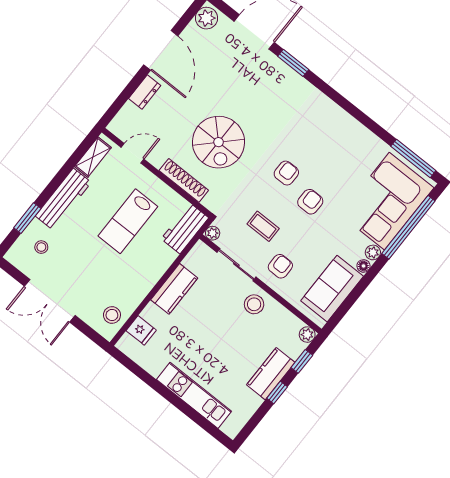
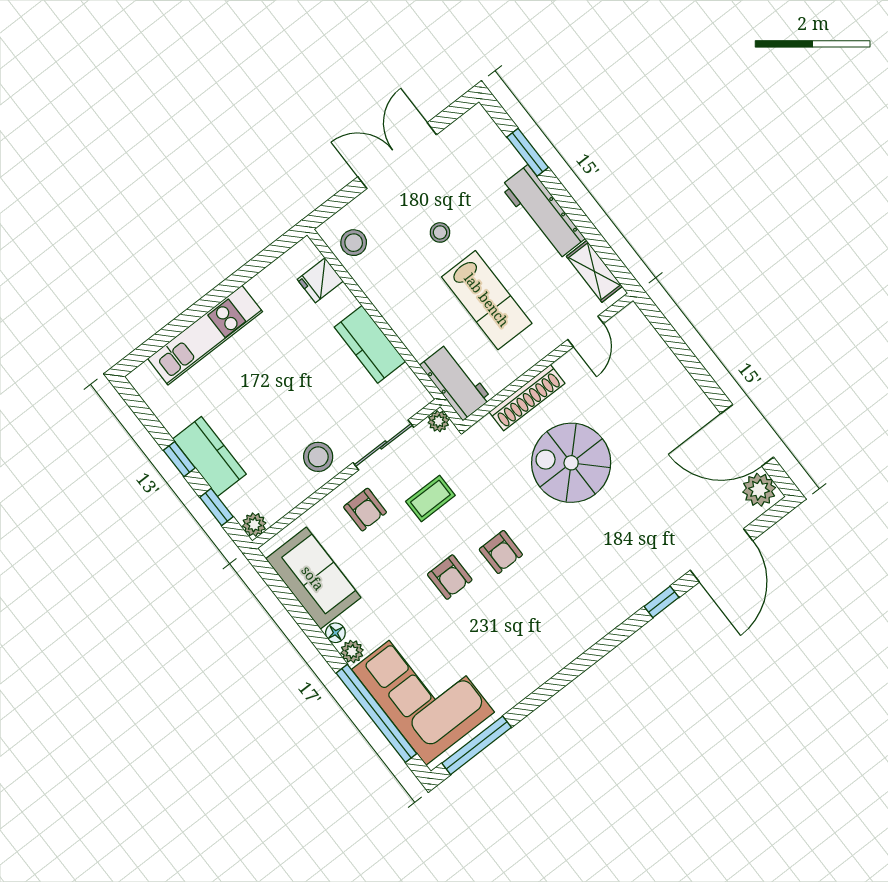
door: (161, 50) -> (747, 435), moved
window: (293, 63) -> (662, 602), width x0.67
dresser: (145, 92) -> (672, 372), removed
lab bench: (128, 221) -> (487, 300), turned 180
stool: (41, 247) -> (440, 232), moved

